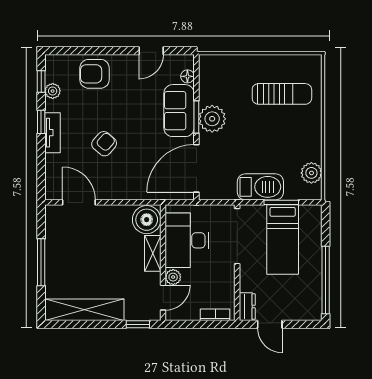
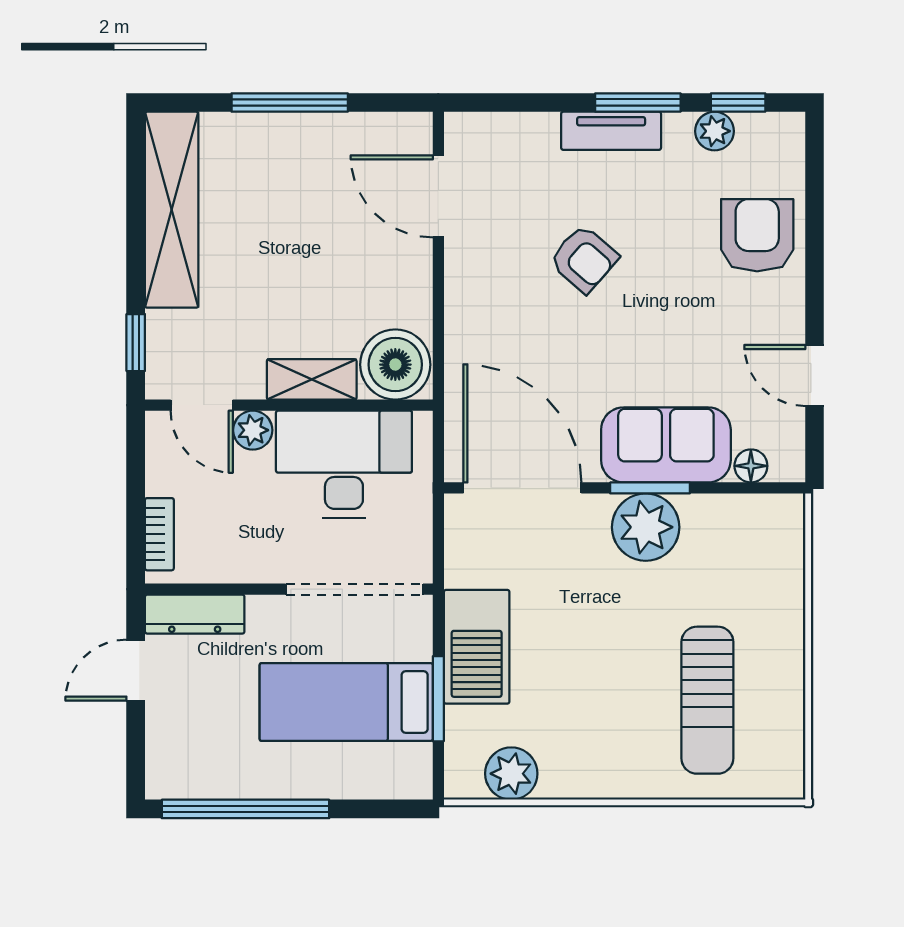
window: (41, 122) -> (638, 103), width x1.50
door: (79, 202) -> (438, 196), swing flipped
dresser: (247, 307) -> (195, 614), width x1.44

